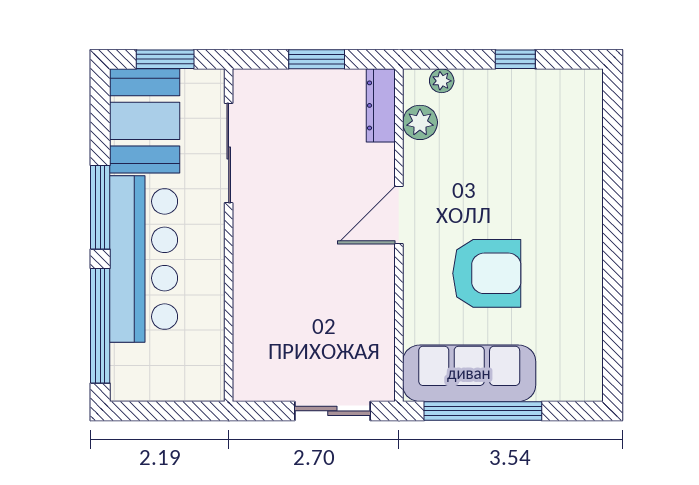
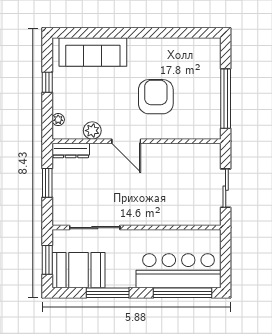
plant: (420, 122) -> (92, 131), moved
window: (100, 207) -> (108, 293), moved
bar counter: (144, 259) -> (179, 271), moved
sofa: (469, 373) -> (93, 52), moved, turned -90
sliding door: (332, 411) -> (226, 188), moved

